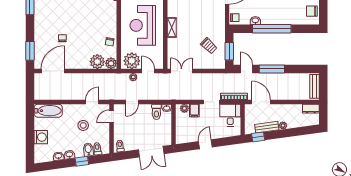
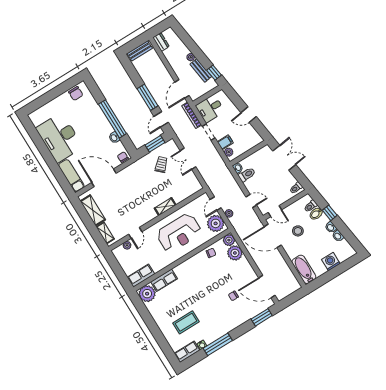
double door: (181, 71) -> (188, 159), moved
door: (92, 102) -> (273, 236), width x1.88

